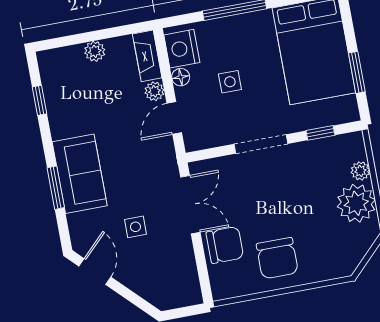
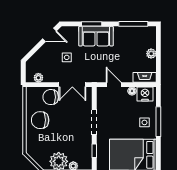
side table: (230, 82) -> (144, 122), moved
plant: (154, 91) -> (38, 78), moved
window: (40, 100) -> (133, 24), width x2.17
chair: (225, 245) -> (51, 97), turned 90

